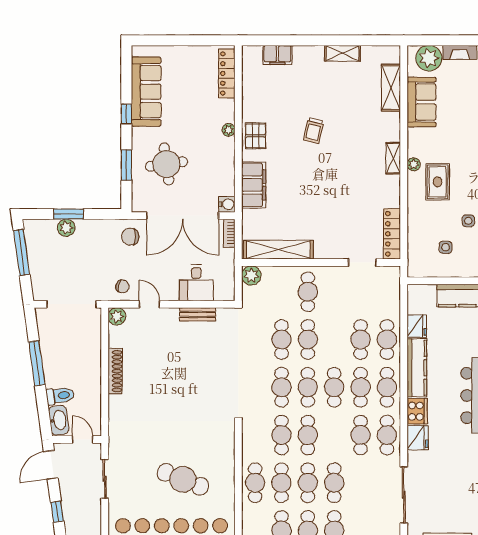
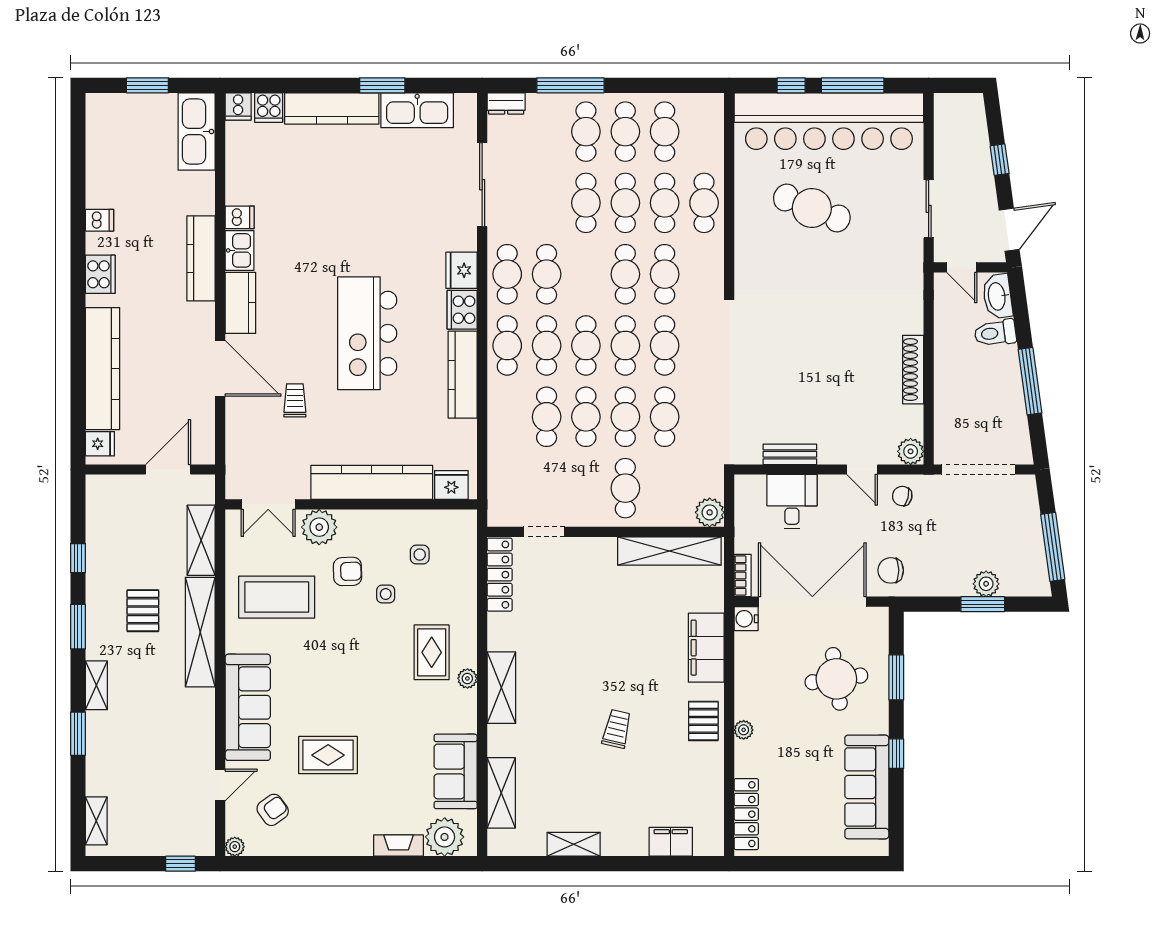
shelving: (393, 158) -> (501, 688), width x1.50, depth x1.33
chair: (130, 237) -> (891, 570), turned 180
fridge: (417, 326) -> (451, 485), moved, turned 90
cafe table: (387, 340) -> (586, 417), moved

